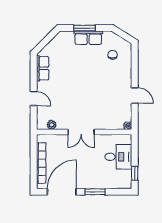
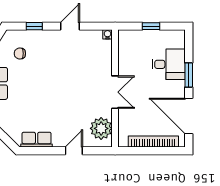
window: (135, 66) -> (34, 26), added
plant: (52, 125) -> (101, 128), width x1.87, depth x1.87
desk: (118, 157) -> (169, 64), moved, turned 90
window: (135, 173) -> (151, 26), moved

